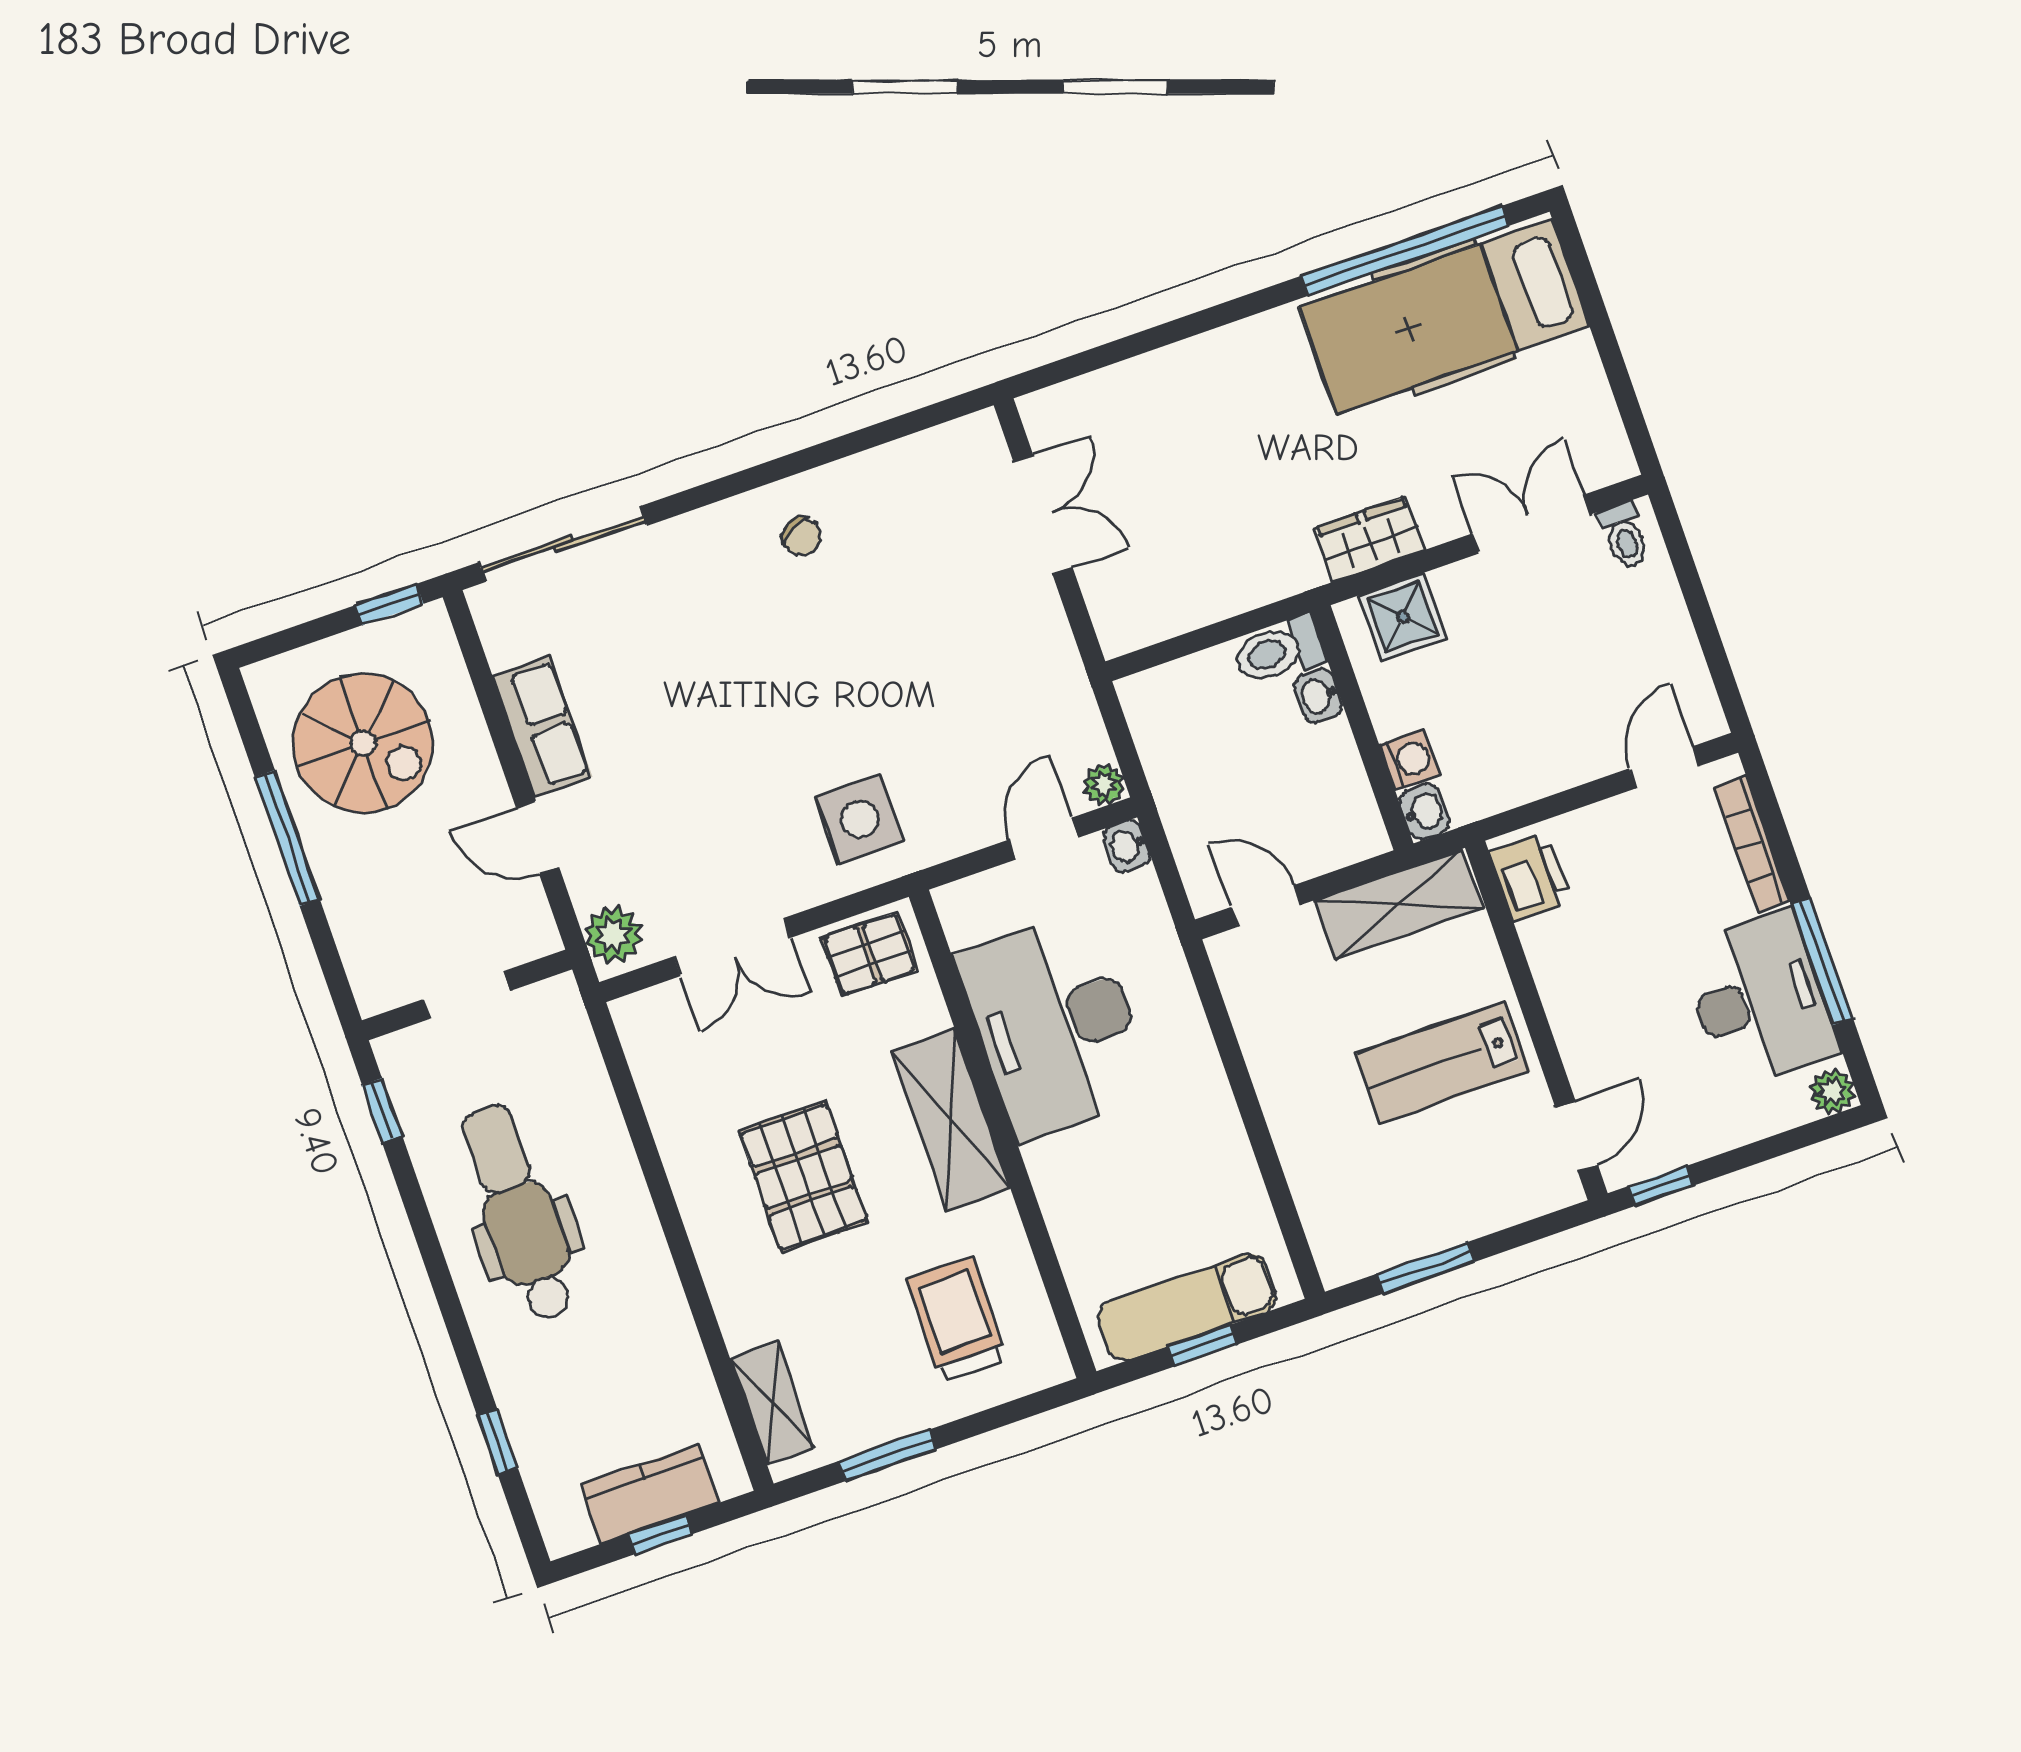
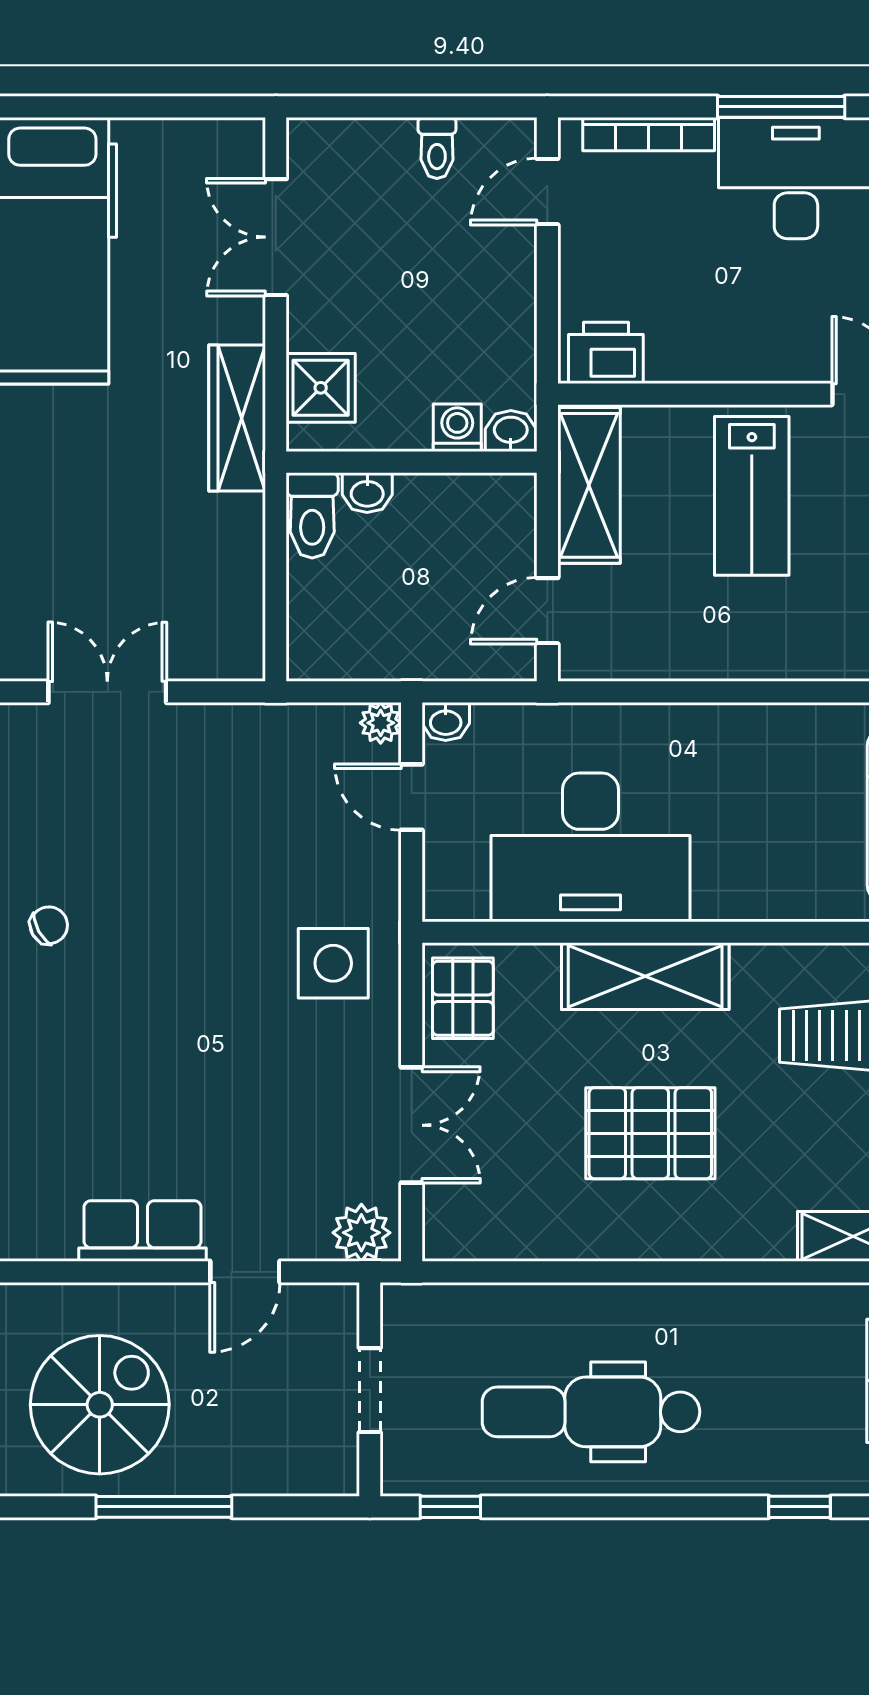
toilet: (1624, 536) -> (437, 148), moved, turned 90
wardrobe: (1369, 539) -> (237, 418), width x1.50
door: (1664, 767) -> (547, 192), hinge flipped

